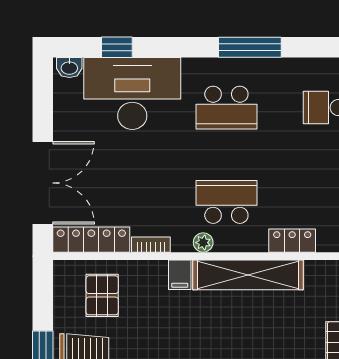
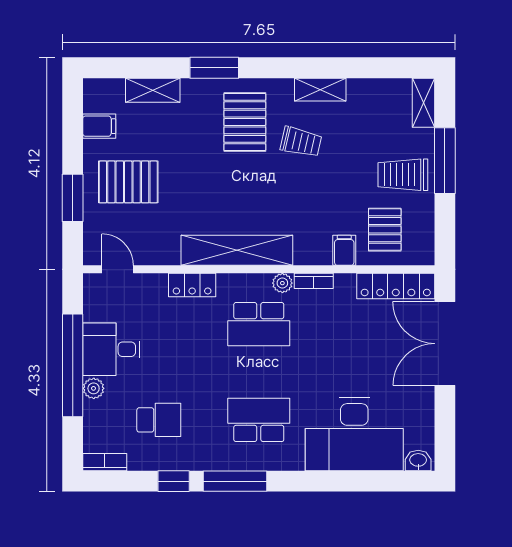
window: (117, 47) -> (174, 481), moved
bookcase: (151, 245) -> (314, 281), moved
filing cabinet: (180, 275) -> (344, 250), moved

